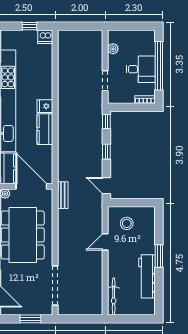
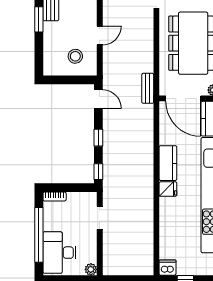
plant: (113, 49) -> (91, 269), moved
desk: (141, 69) -> (59, 253), moved, width x1.37

